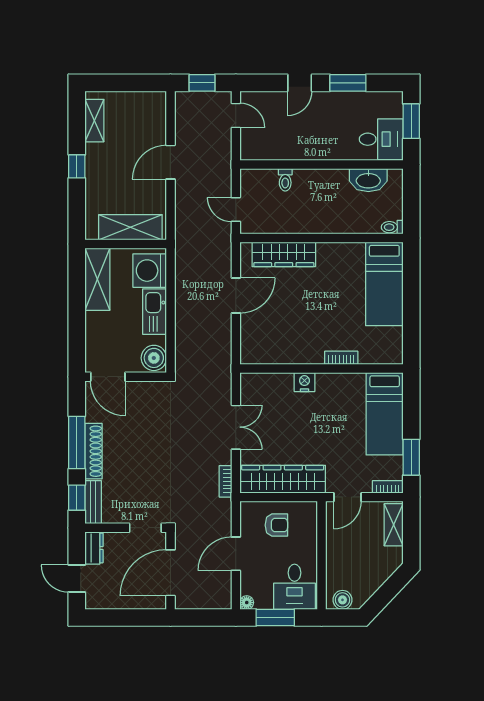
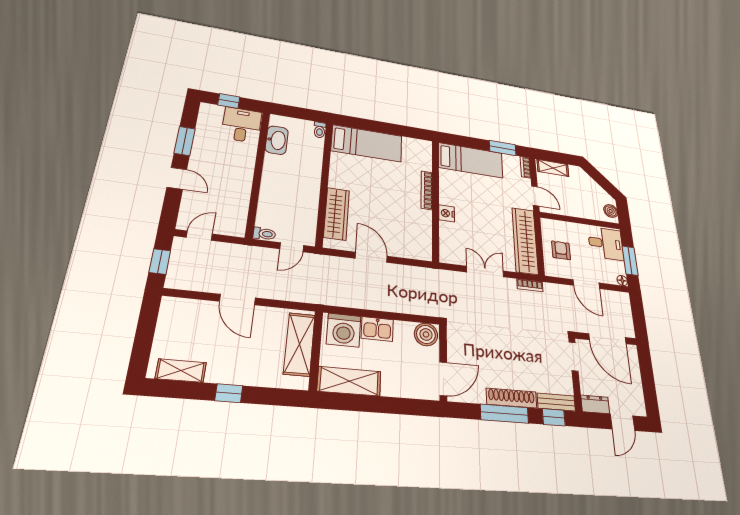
window: (411, 121) -> (229, 101), width x0.67
toilet: (285, 180) -> (264, 234), moved
kitchen sink: (154, 312) -> (377, 329), width x0.73
bookcase: (341, 358) -> (427, 190), width x1.56

